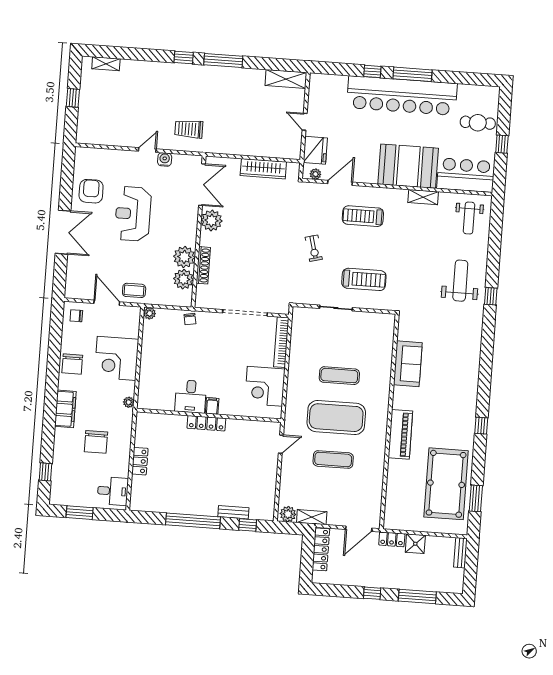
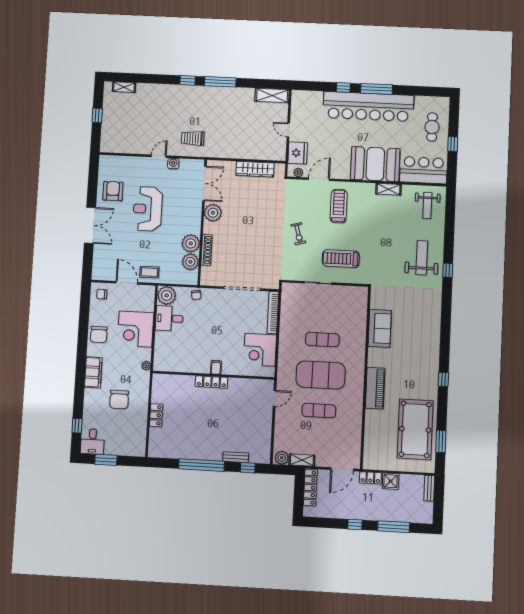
cafe table: (478, 123) -> (432, 127), turned 90
treadmill: (363, 216) -> (339, 206), turned 90
treadmill: (364, 279) -> (341, 259), turned 180
plant: (150, 313) -> (167, 295), width x1.87, depth x1.87
desk: (191, 397) -> (169, 318), moved, turned 90
desk: (113, 491) -> (92, 441), moved, turned 90

